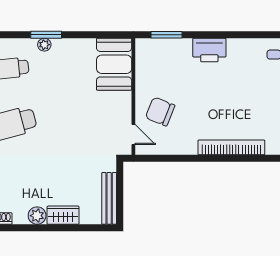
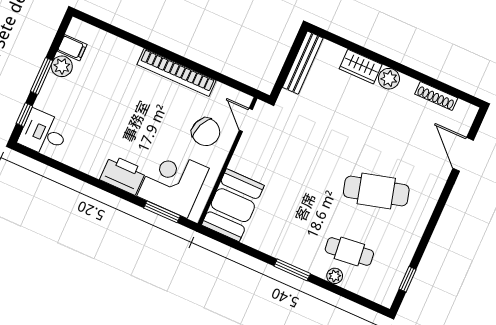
plant: (44, 45) -> (335, 276), moved
corner desk: (168, 61) -> (173, 182), added
bookcase: (231, 147) -> (177, 72), moved

